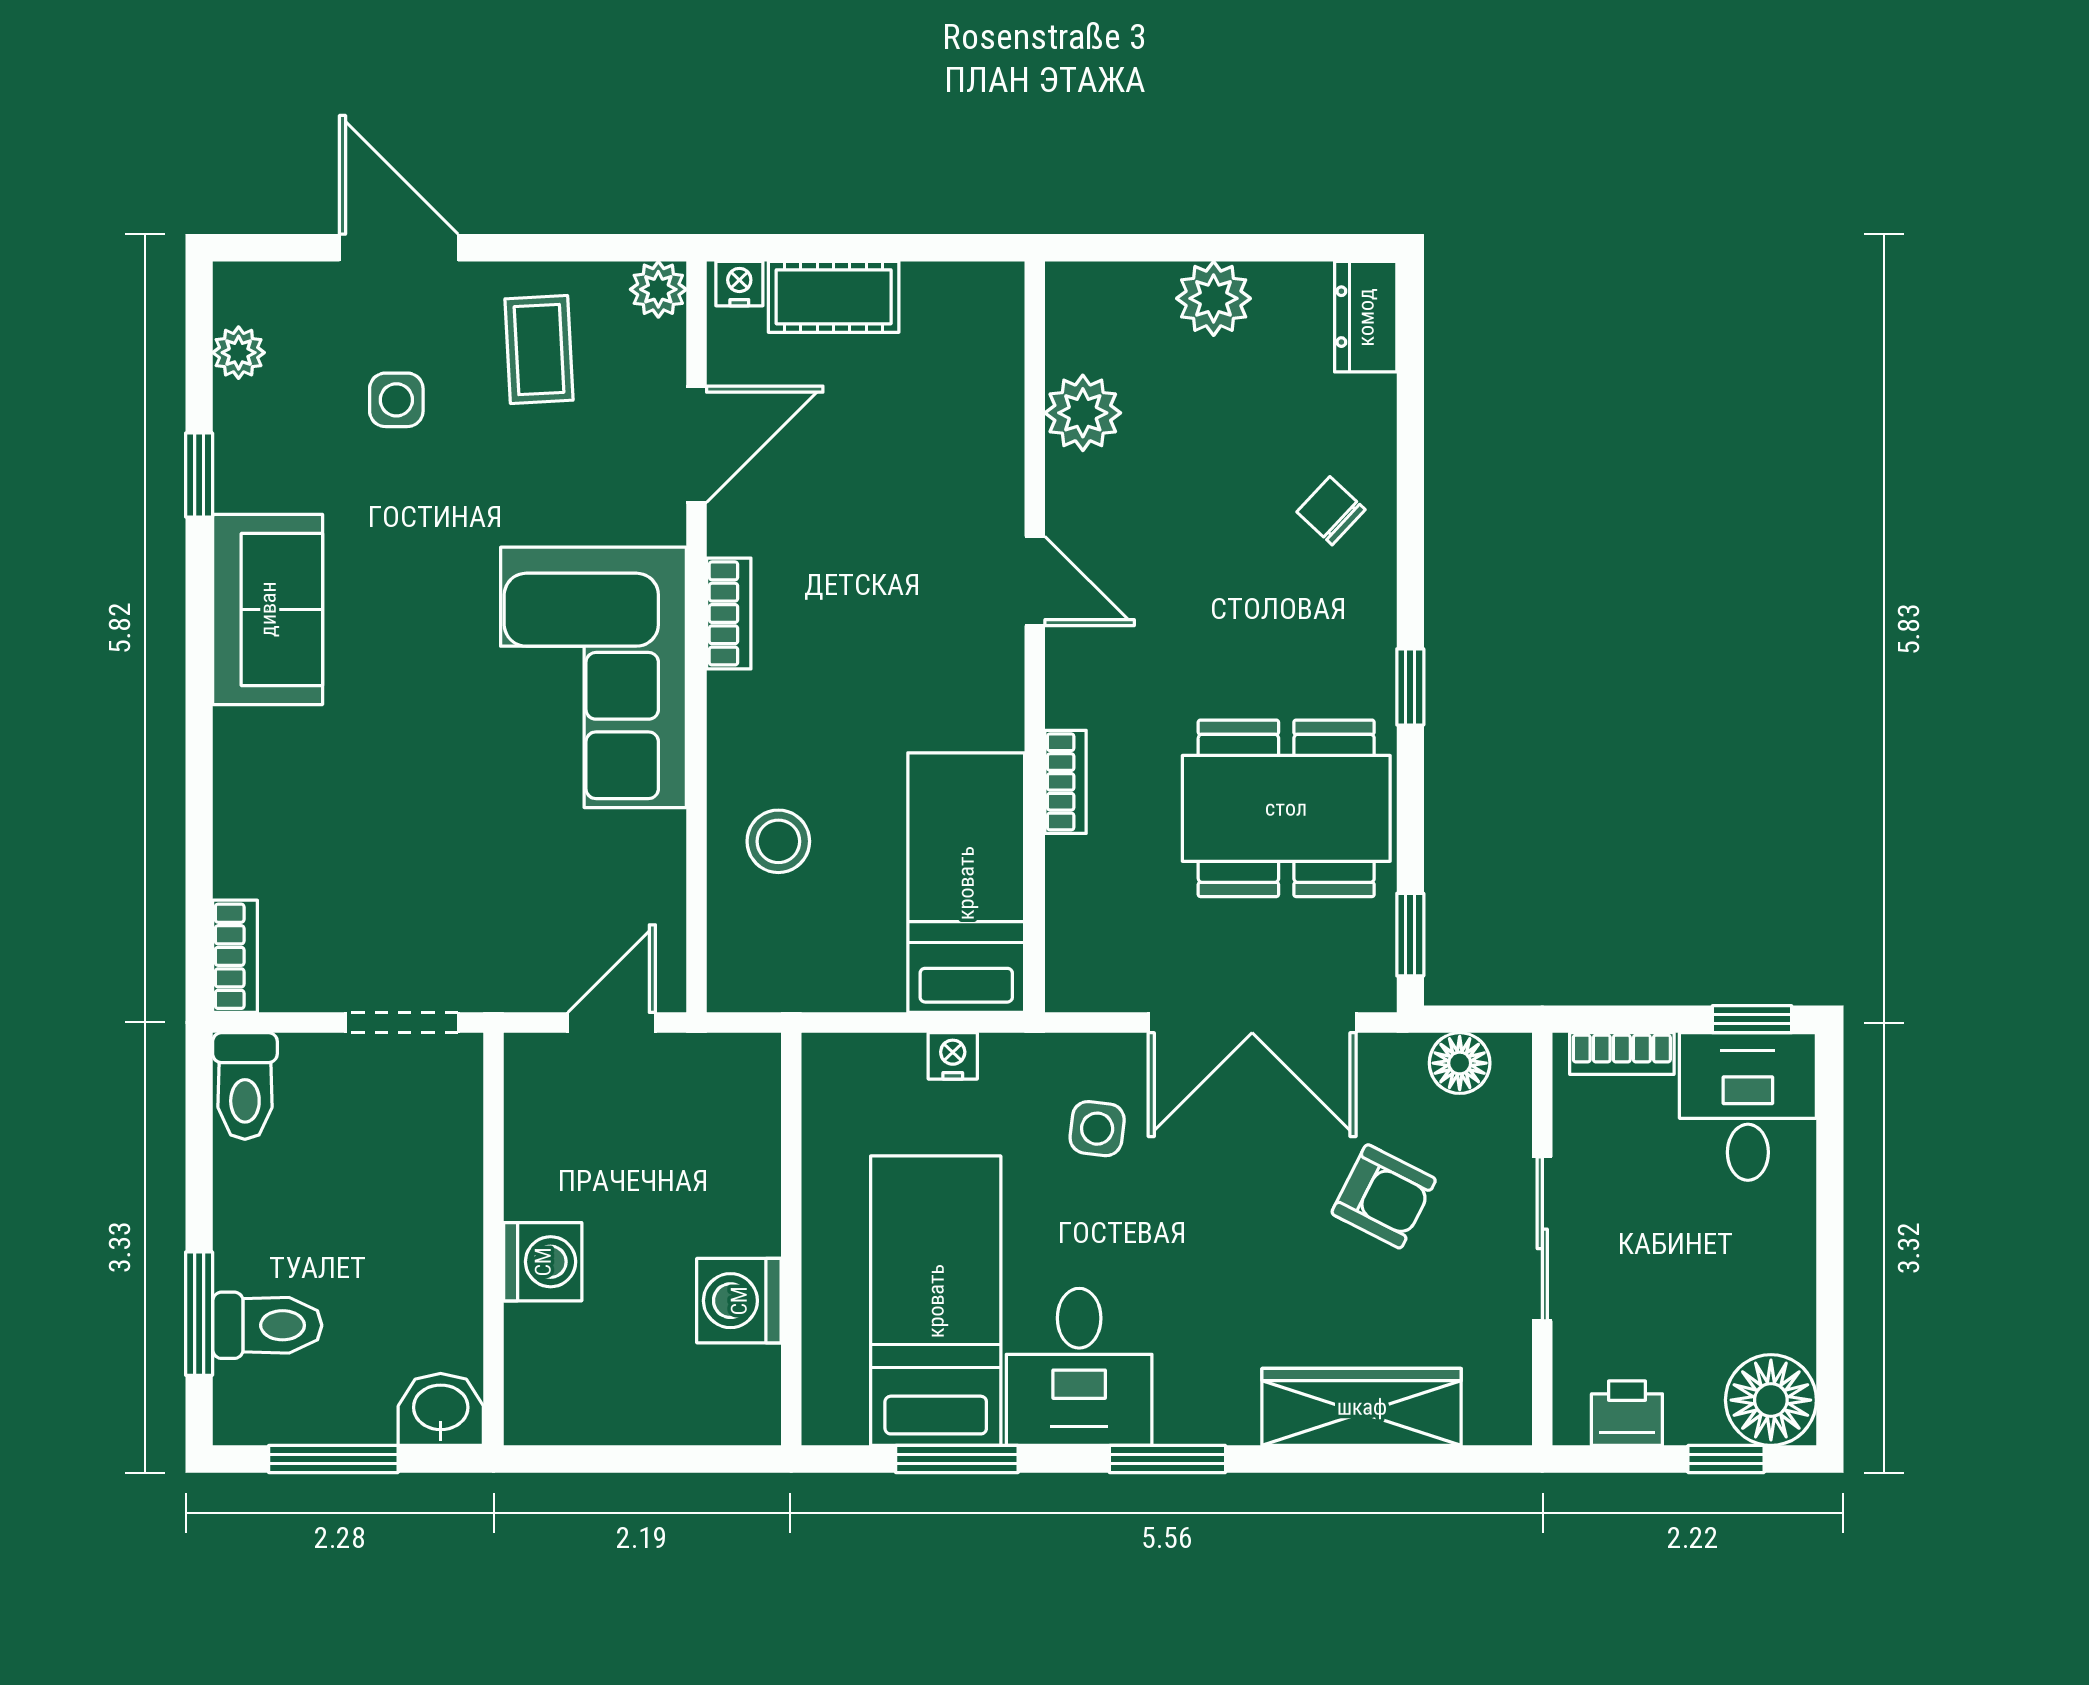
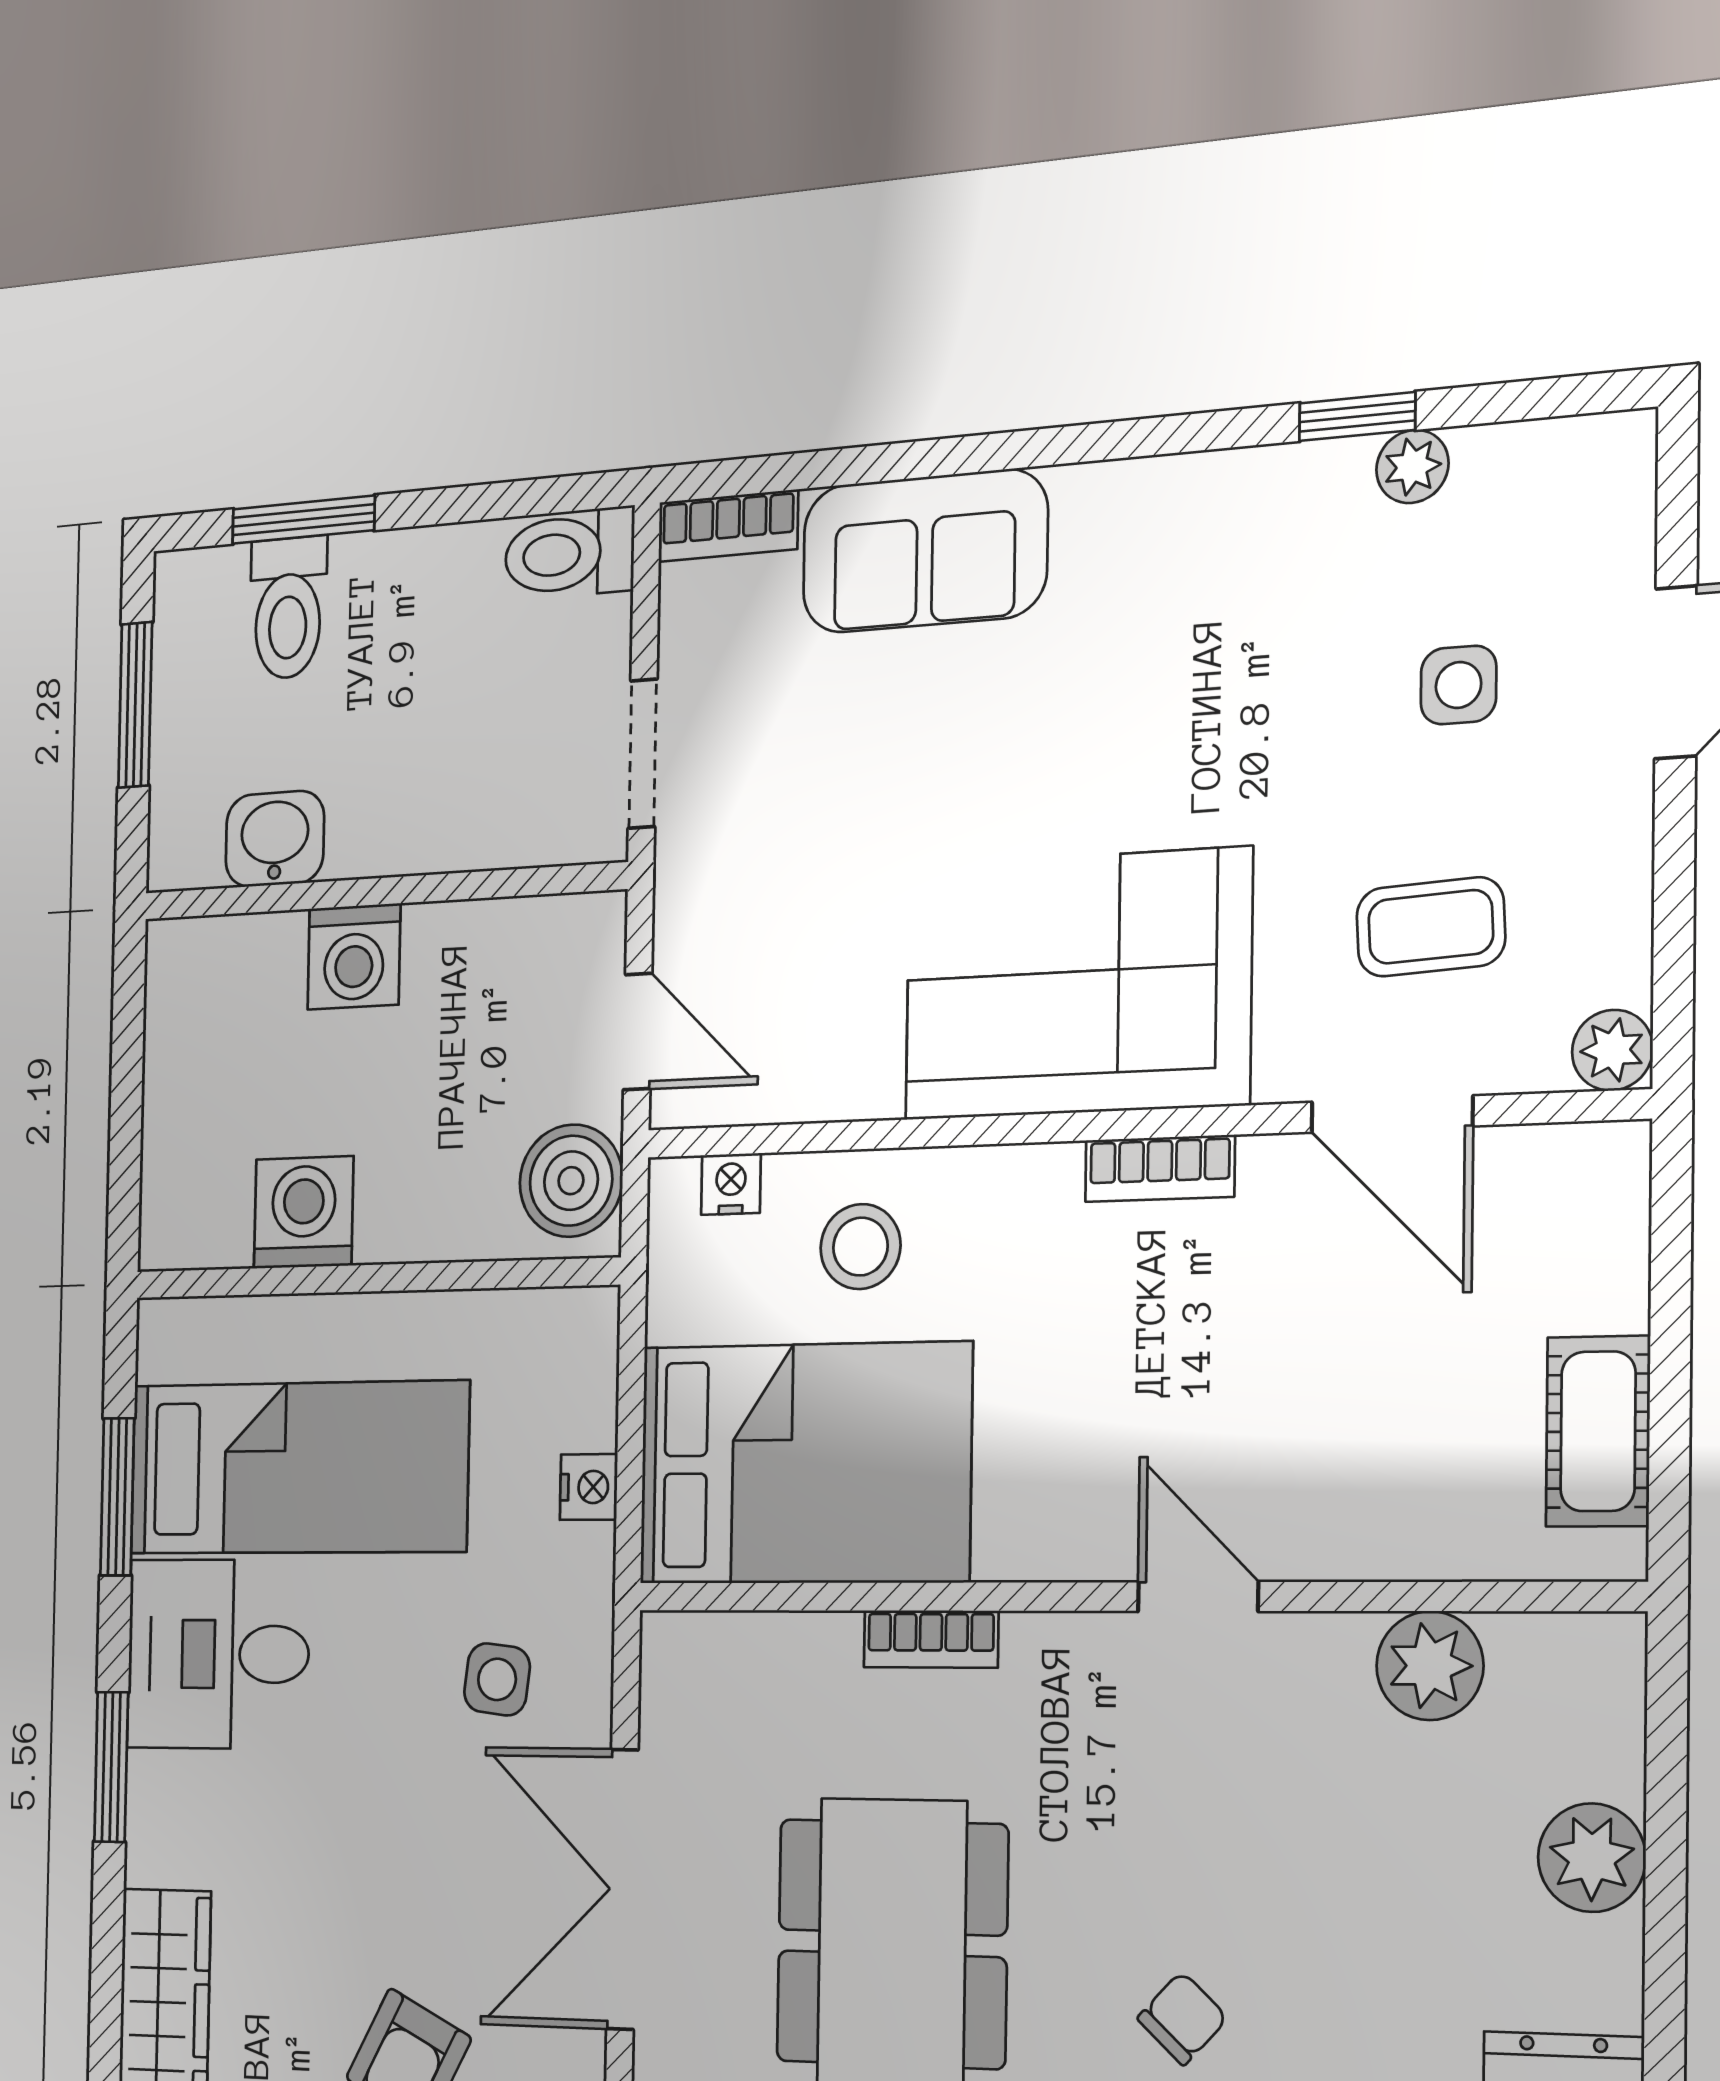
nightstand: (739, 284) -> (731, 1184), moved, turned -90
cot: (834, 297) -> (1598, 1431), moved
coffee table: (539, 349) -> (1431, 927), moved
plant: (239, 353) -> (1412, 466), moved
chair: (1331, 511) -> (1182, 2018), moved
door: (1035, 581) -> (1198, 1597), swing flipped
sofa: (268, 609) -> (925, 551), moved
bed: (966, 883) -> (805, 1463), width x1.50
boiler: (722, 1075) -> (571, 1181), added
washbasin: (441, 1409) -> (275, 839), moved, turned -90

